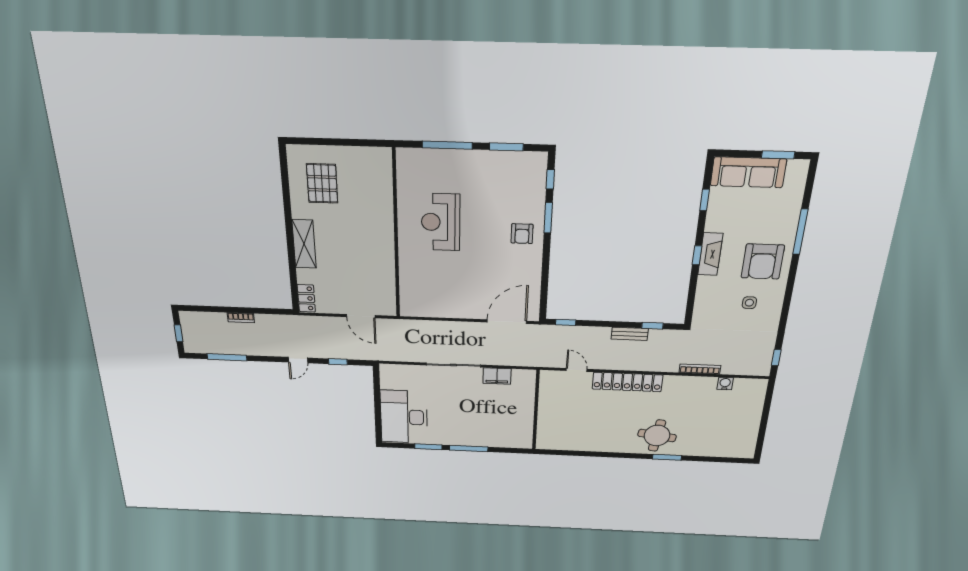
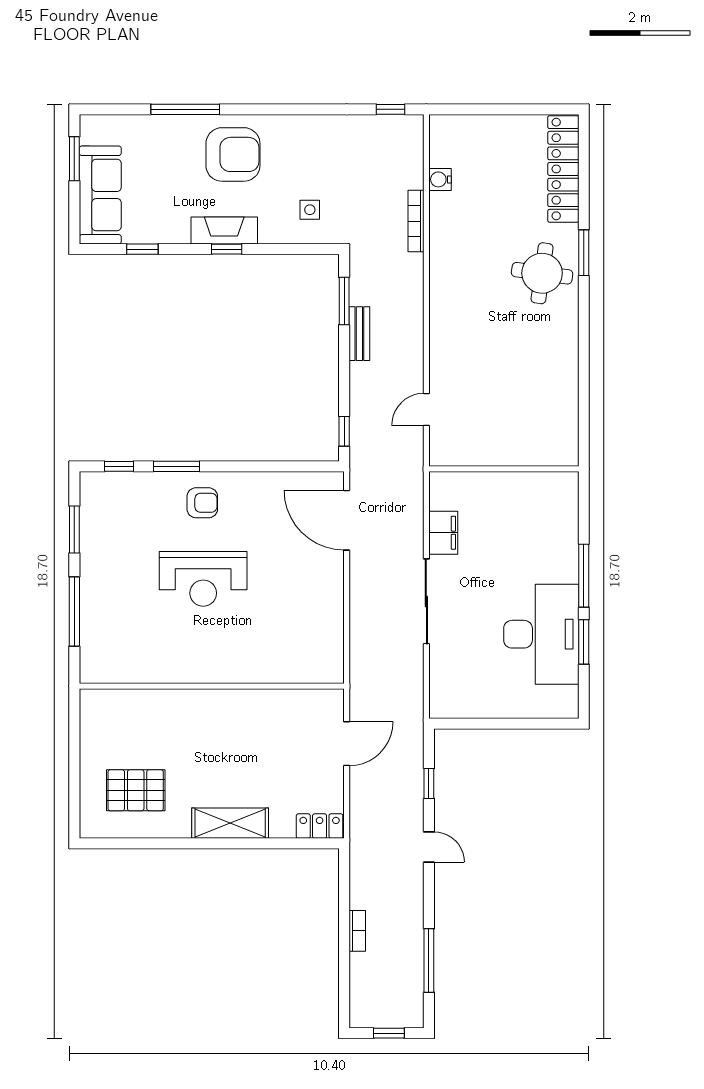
reception desk: (441, 222) -> (203, 579), moved
side table: (749, 303) -> (310, 210), moved
window: (652, 326) -> (344, 301), width x1.50
locker: (627, 382) -> (563, 169), moved, turned 180
desk: (404, 417) -> (541, 634), moved, turned -90

